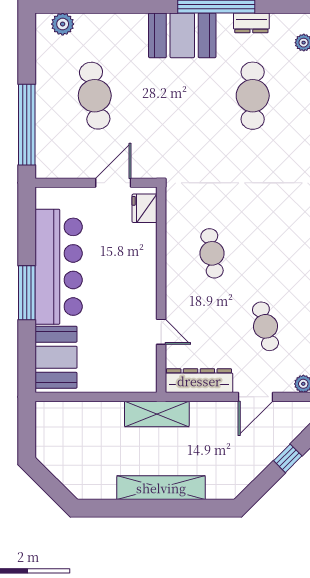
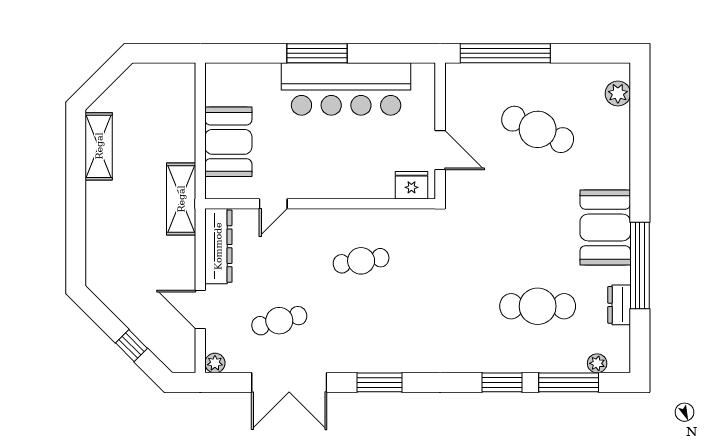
cafe table: (95, 96) -> (538, 129), turned 33
booth: (56, 357) -> (228, 142), moved, turned 90
shelving: (161, 488) -> (99, 146), moved, width x0.68

